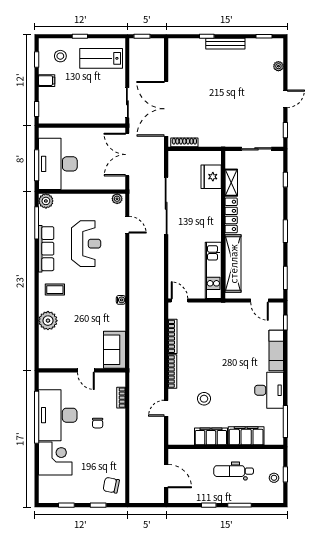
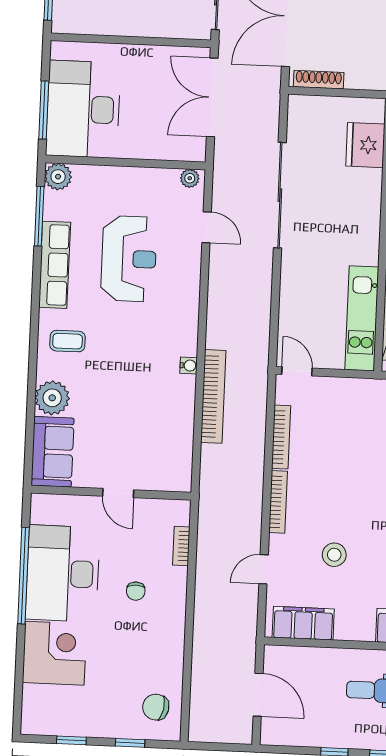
bookcase: (135, 316) -> (213, 396), added
sofa: (115, 350) -> (53, 452), moved, turned 180
filing cabinet: (211, 436) -> (303, 623), moved

